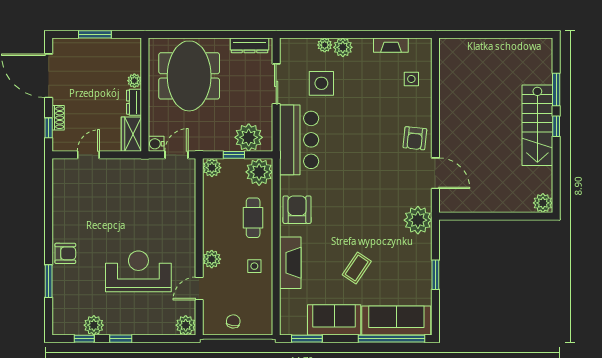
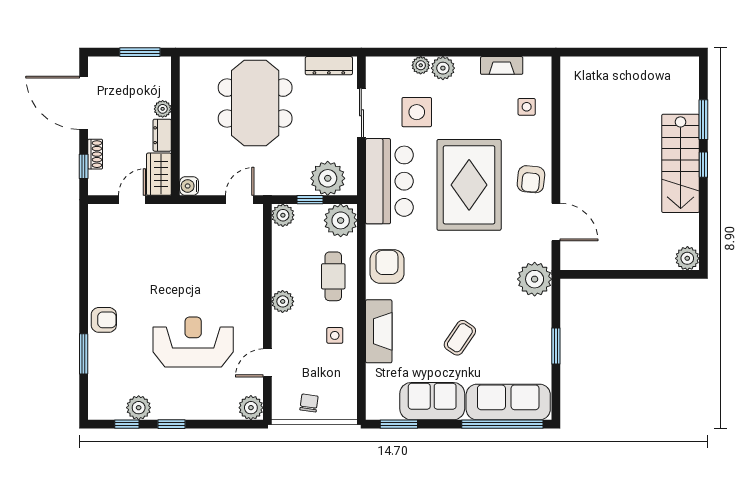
plant: (134, 81) -> (163, 109), moved
wall: (145, 95) -> (175, 126), moved
dresser: (134, 102) -> (162, 135), moved
wardrobe: (131, 134) -> (159, 174), moved
rug: (364, 143) -> (469, 185), added
water cooler: (156, 144) -> (189, 186), moved
plant: (212, 259) -> (283, 301), moved

